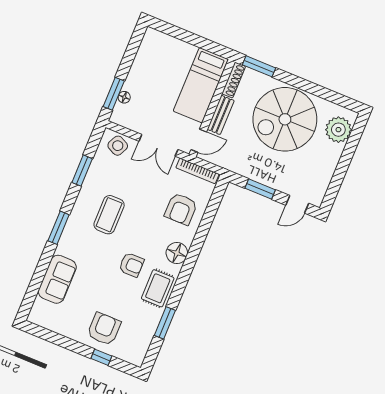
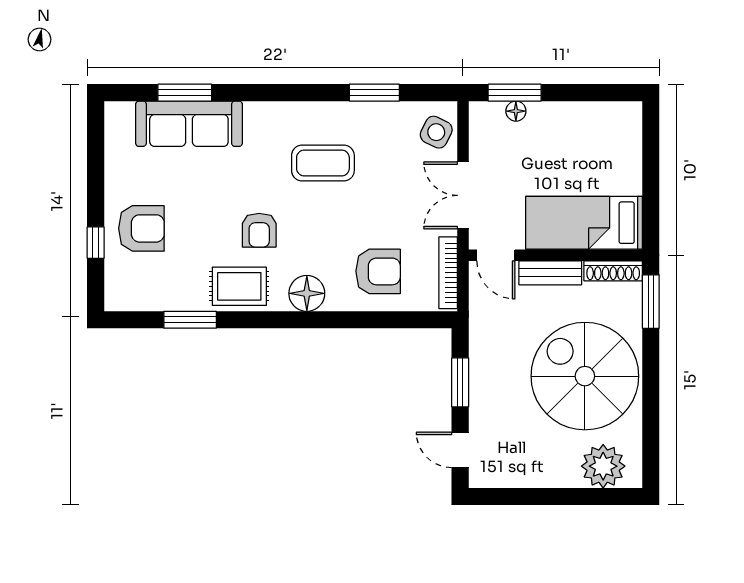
armchair: (181, 209) -> (378, 271), turned 180
window: (59, 228) -> (185, 93), moved
sofa: (57, 279) -> (189, 124), width x1.36

